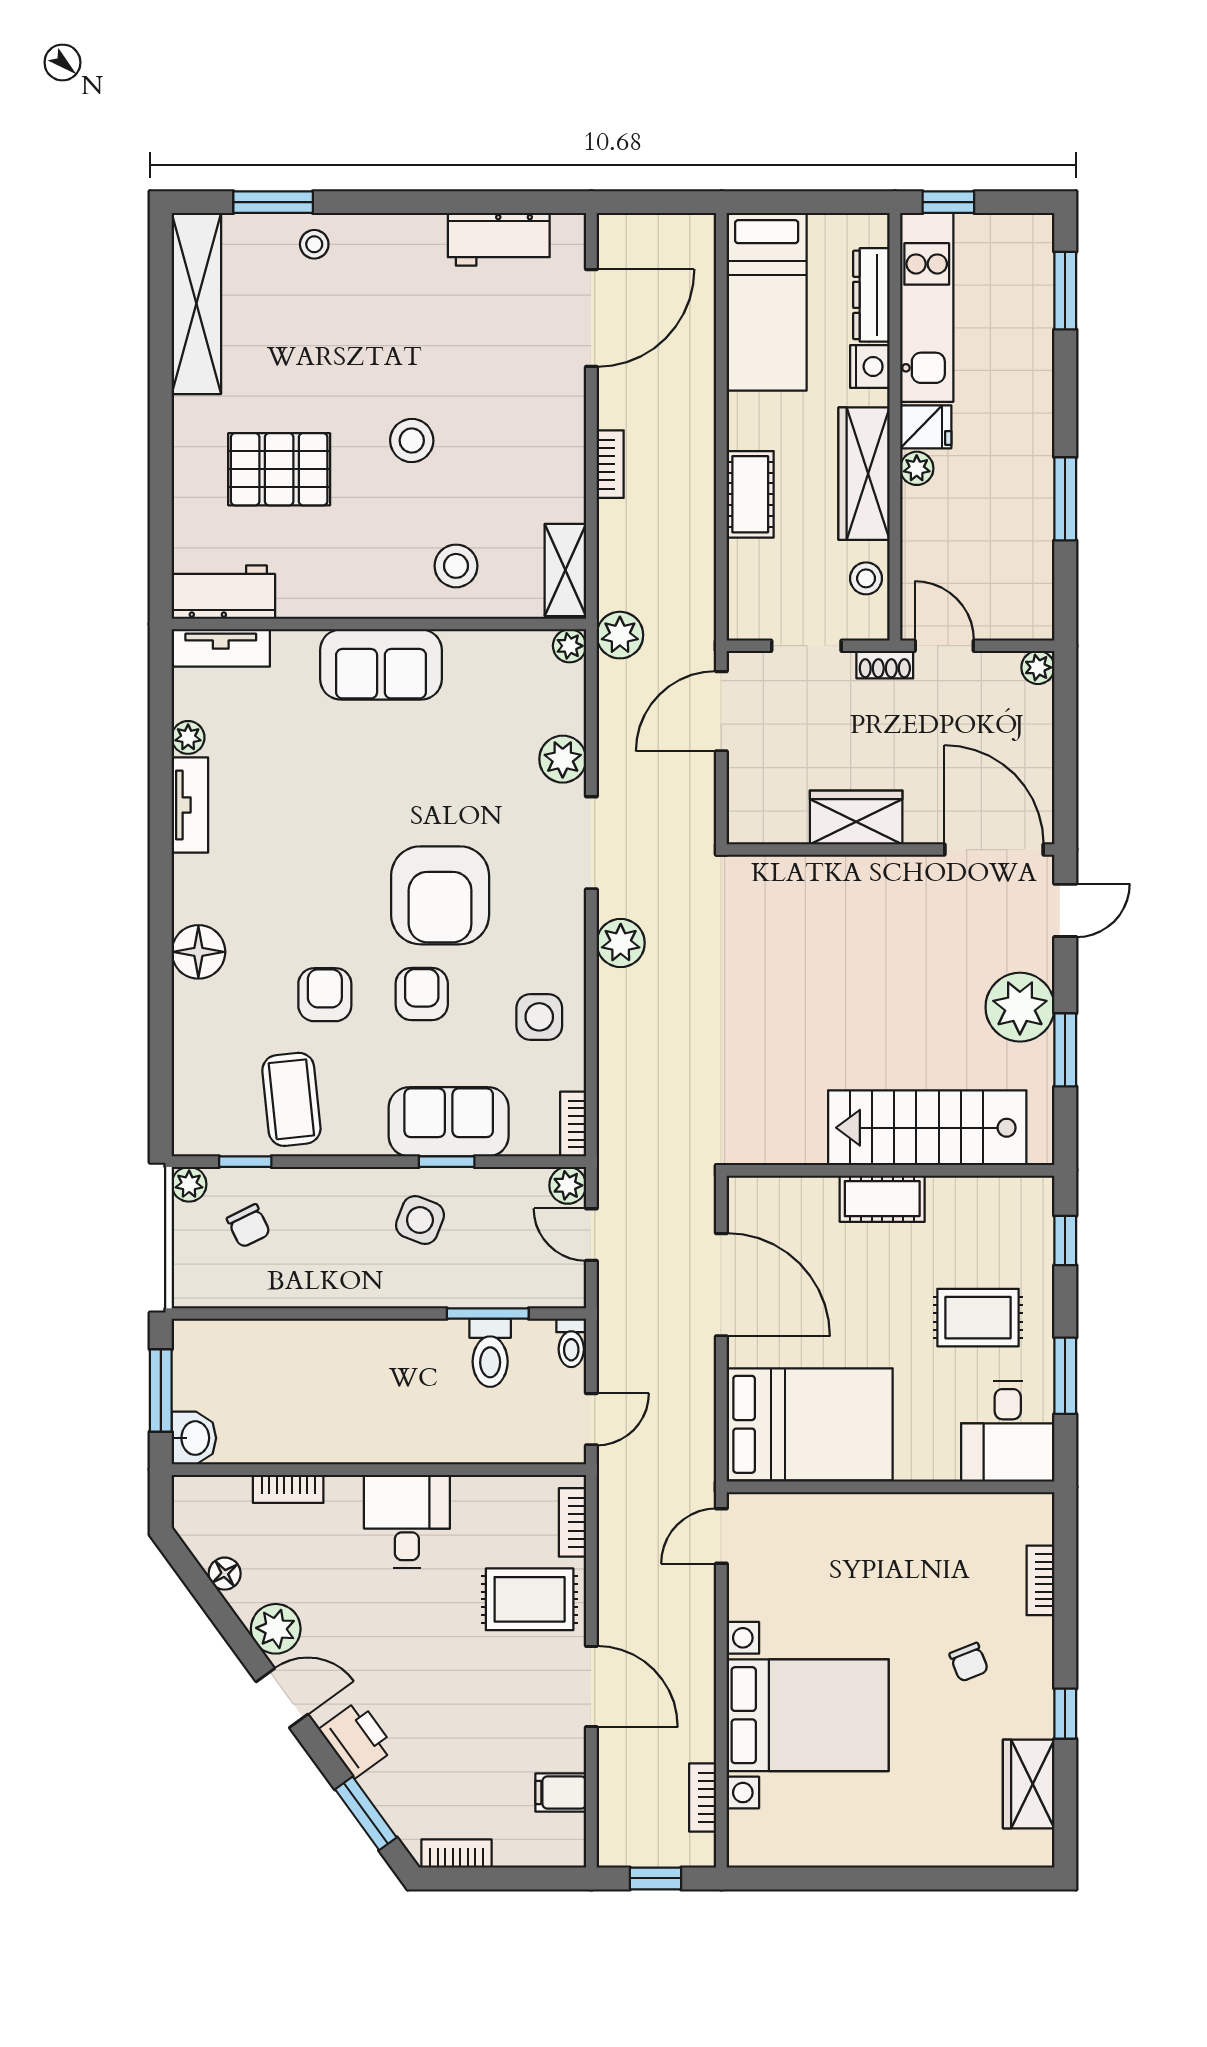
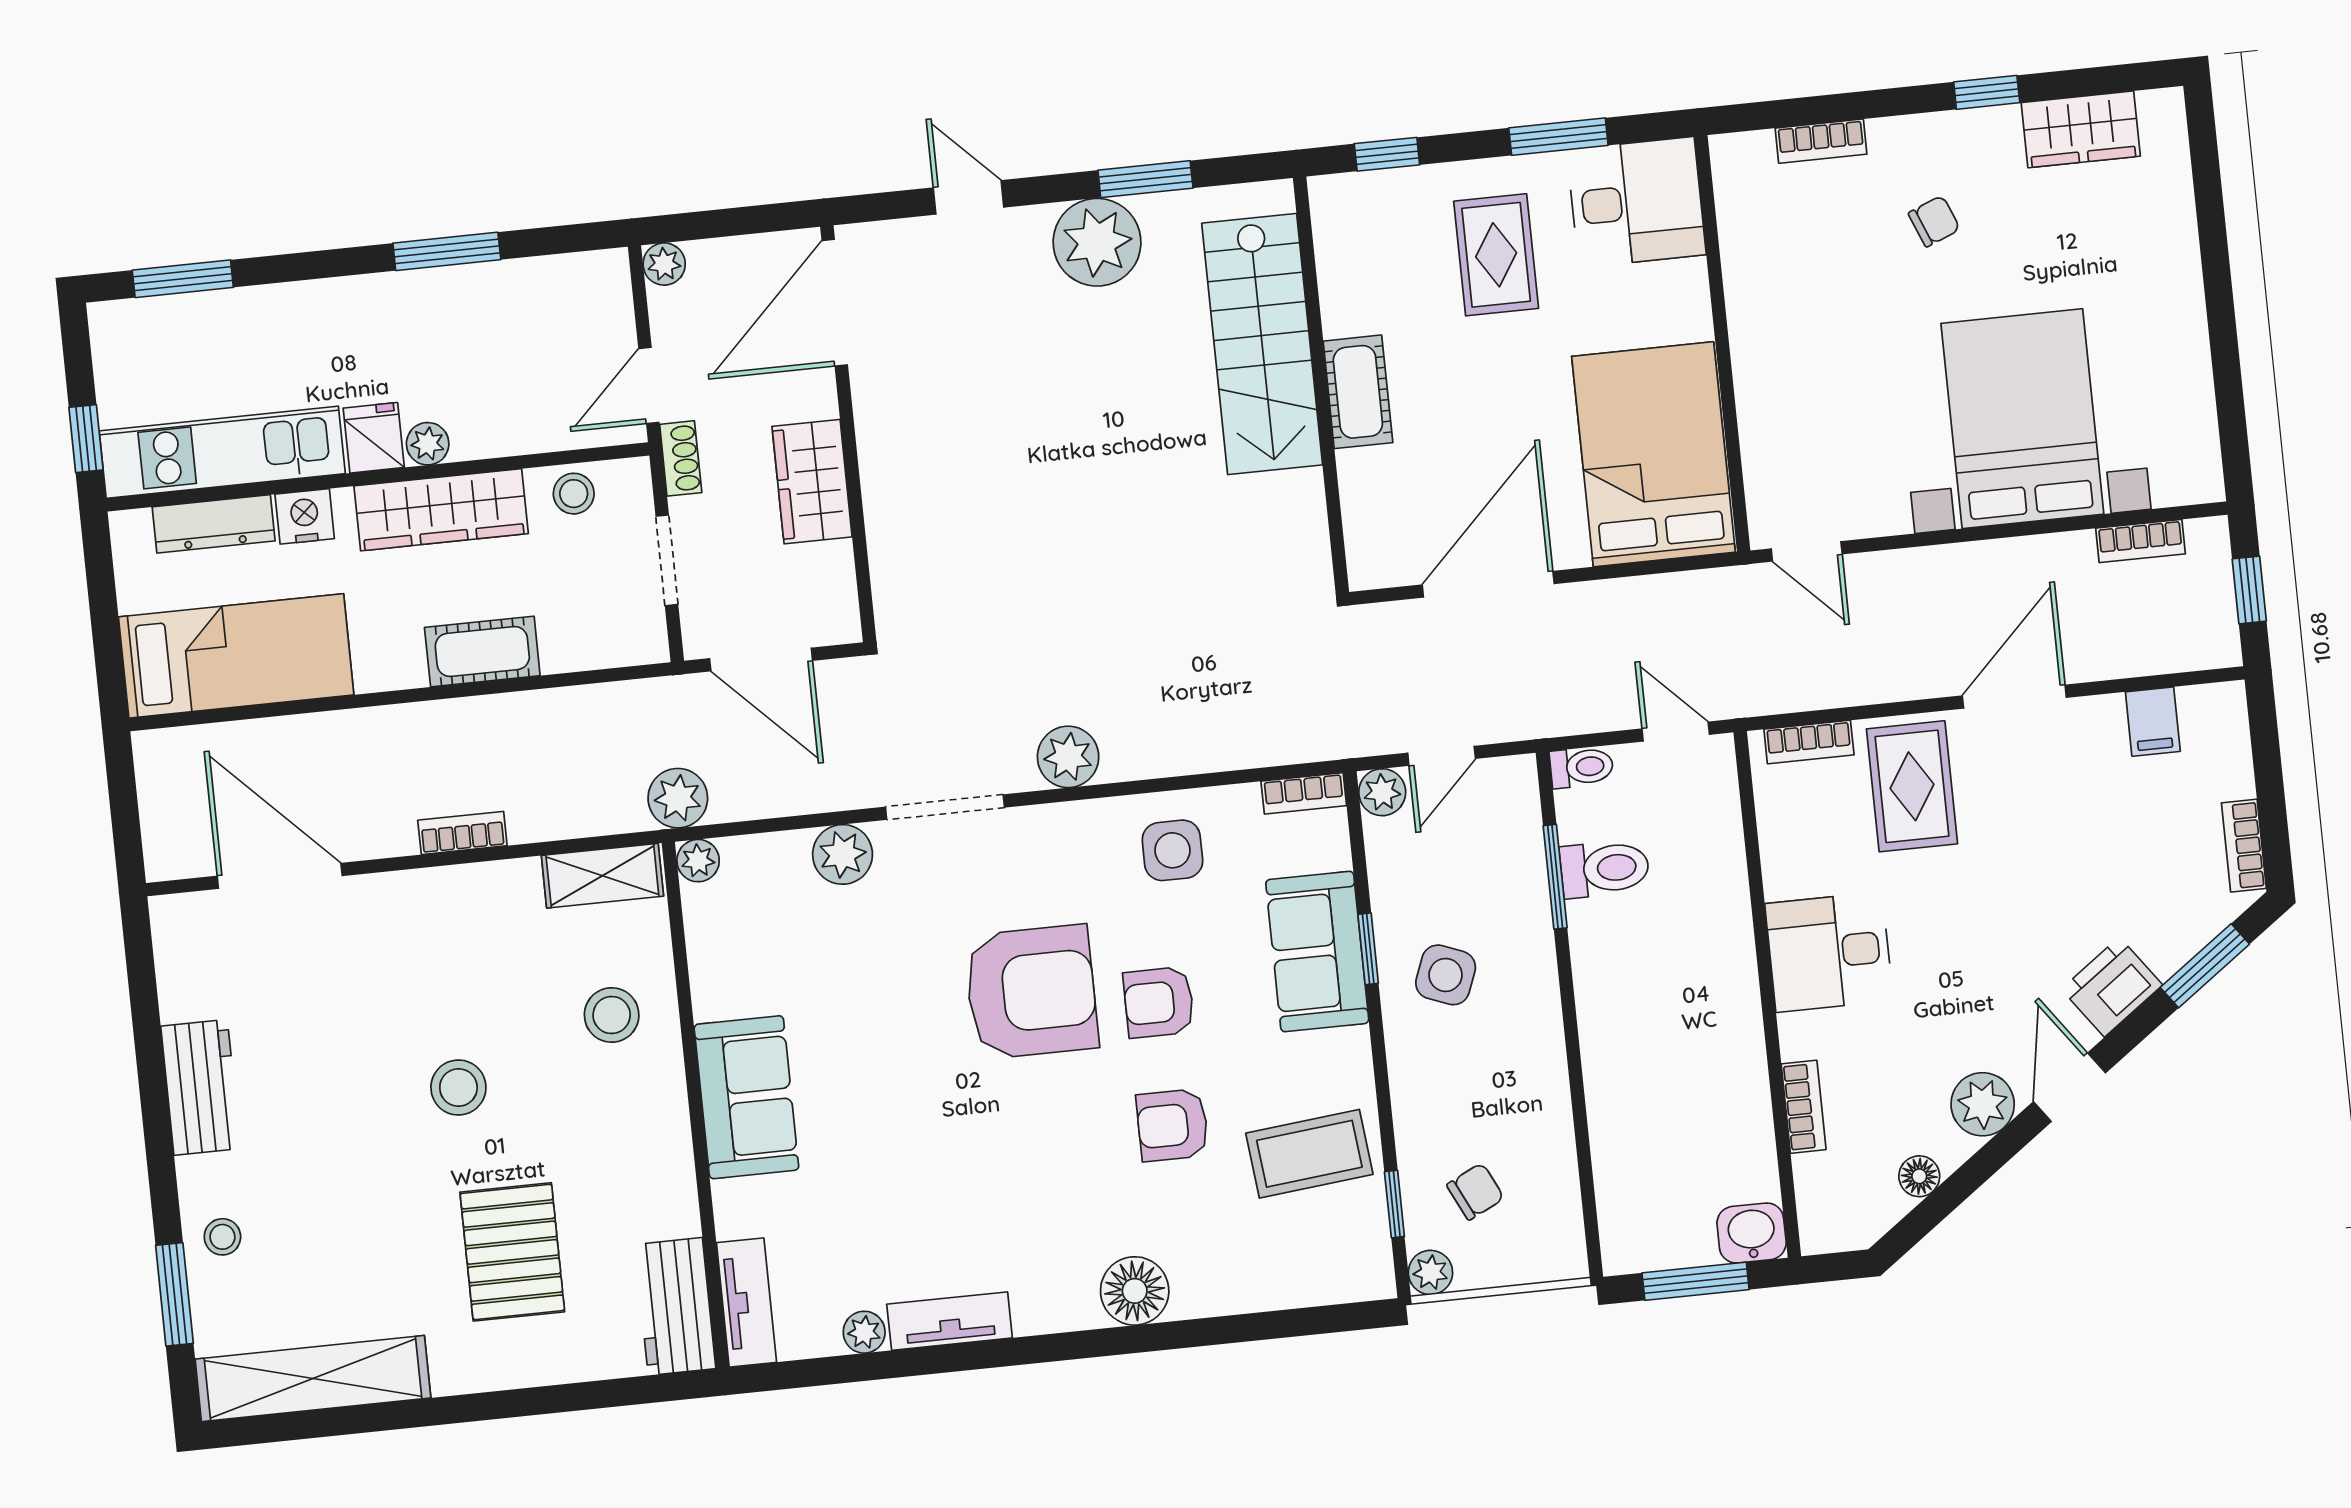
workbench: (499, 239) -> (201, 1087), moved
wardrobe: (856, 817) -> (812, 482), moved
wall: (891, 850) -> (848, 434), moved
door: (994, 850) -> (835, 303), moved

